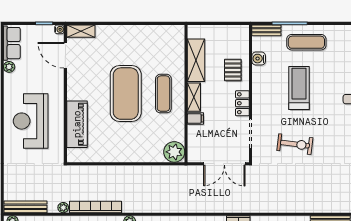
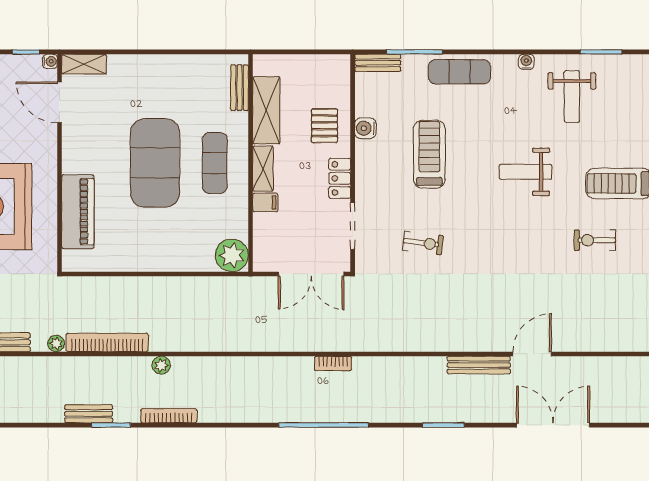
exercise mat: (306, 42) -> (459, 72), moved
bench: (179, 46) -> (240, 88), added
water cooler: (259, 59) -> (365, 128), moved
exercise bike: (295, 144) -> (423, 243), width x0.73, depth x0.72

